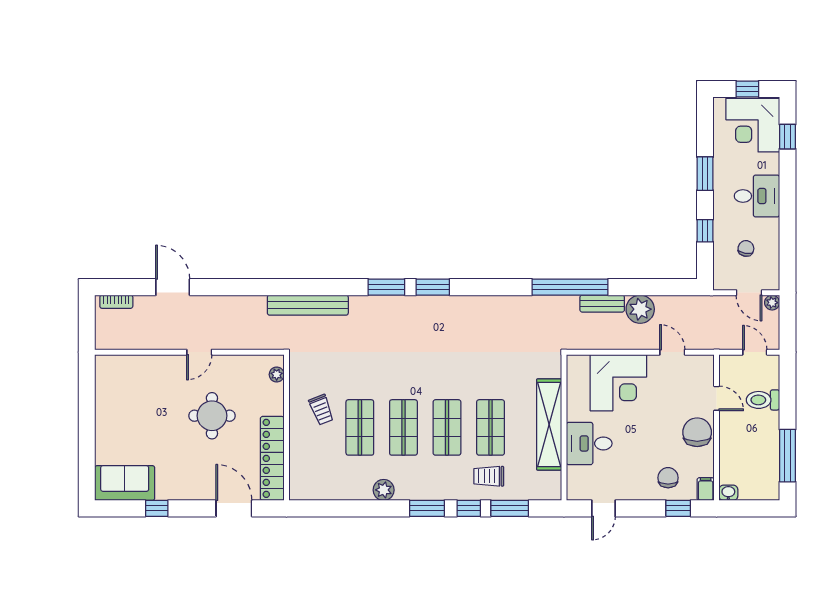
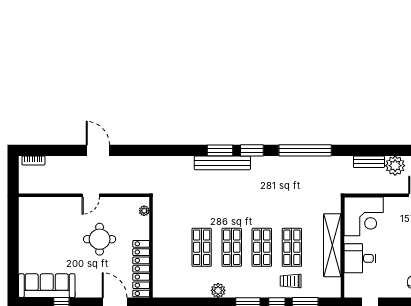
door: (173, 287) -> (98, 150), moved
window: (570, 287) -> (305, 150), moved
bench: (308, 305) -> (222, 163), moved
corner desk: (618, 383) -> (364, 216), moved
trolley: (321, 410) -> (175, 235), removed
sofa: (125, 483) -> (47, 286), width x1.36

